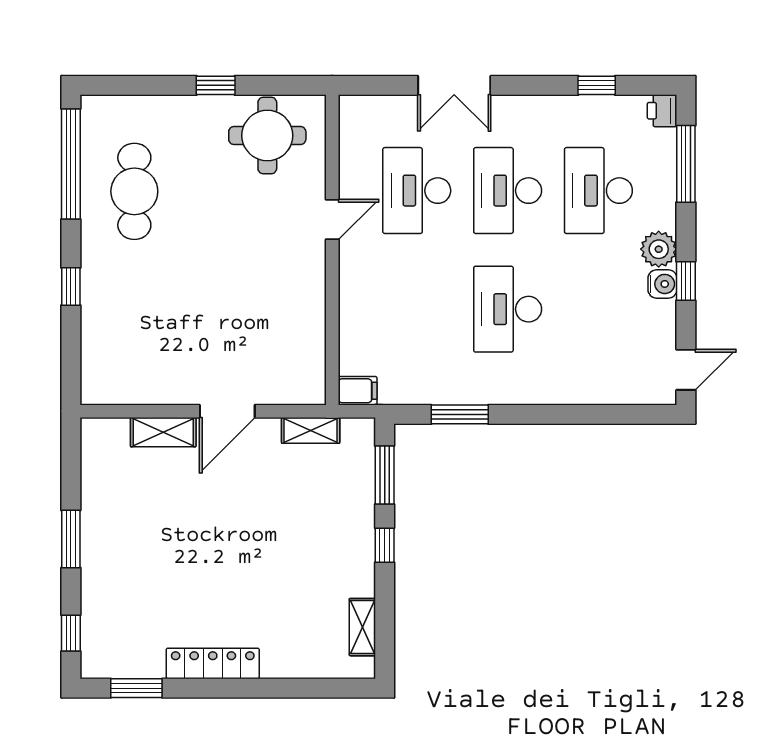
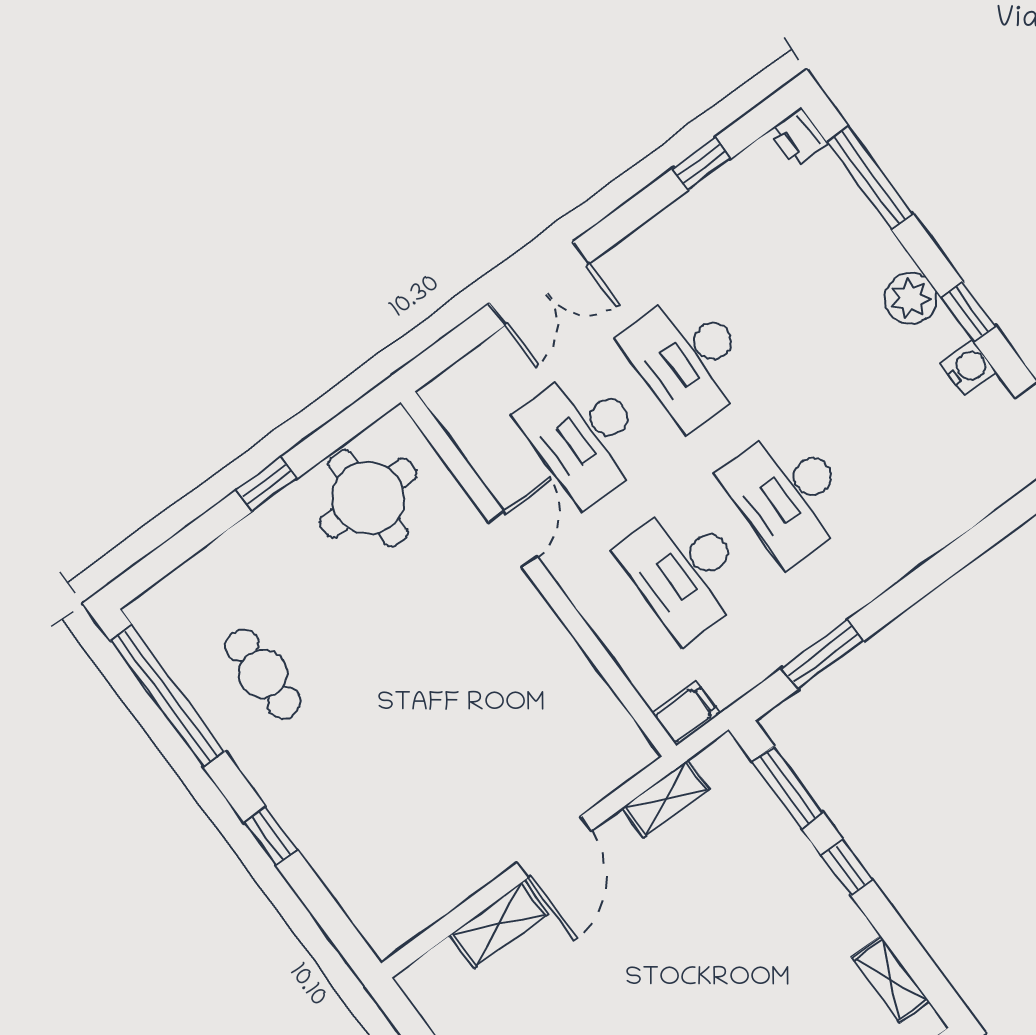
cafe table: (134, 191) -> (263, 674), width x0.73, depth x0.74
desk: (598, 191) -> (685, 571), moved
water cooler: (662, 284) -> (968, 368), moved

